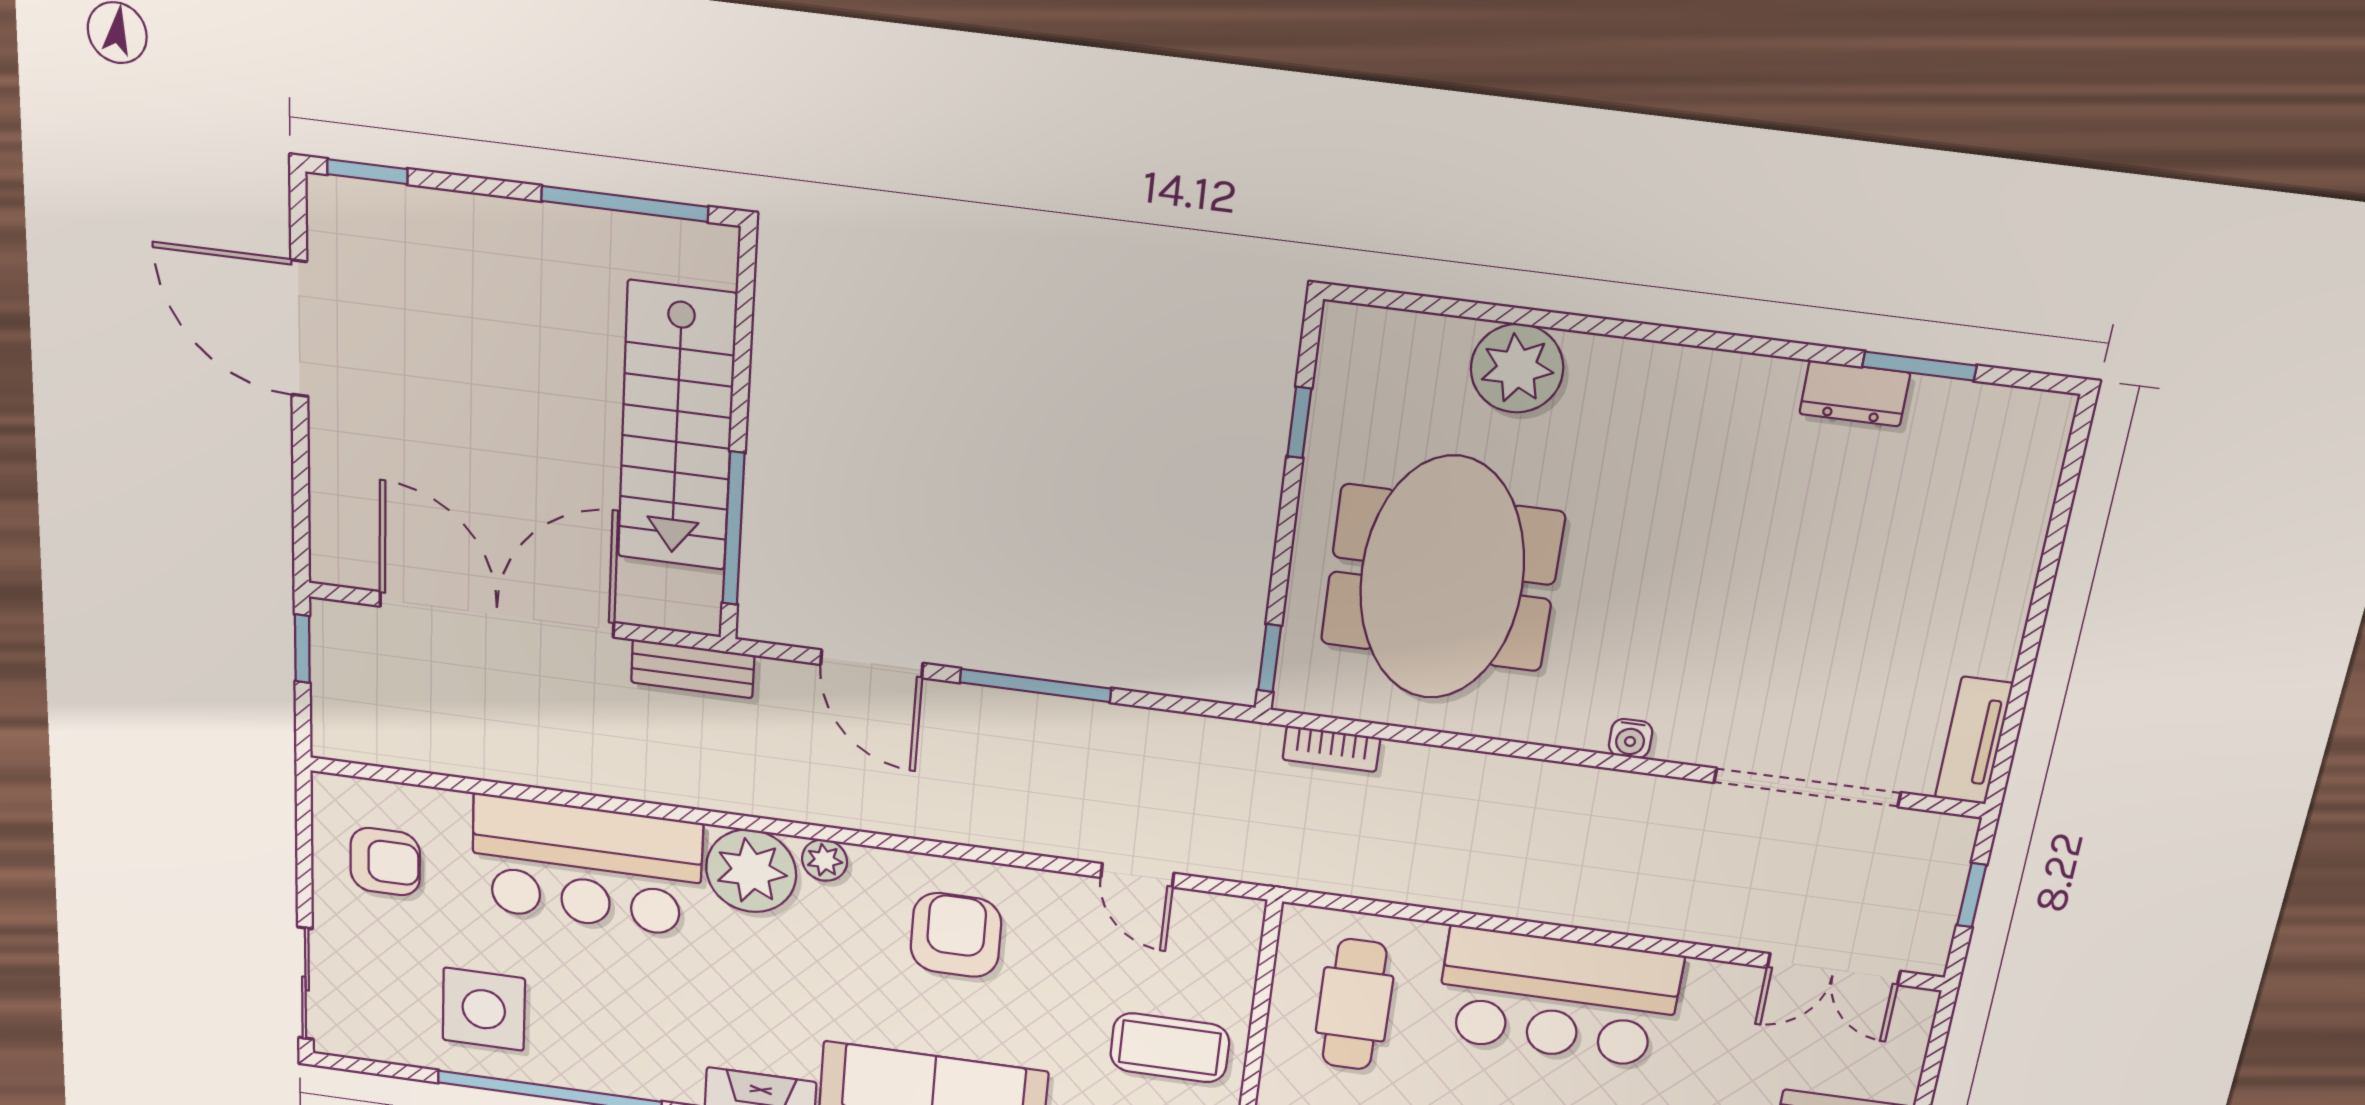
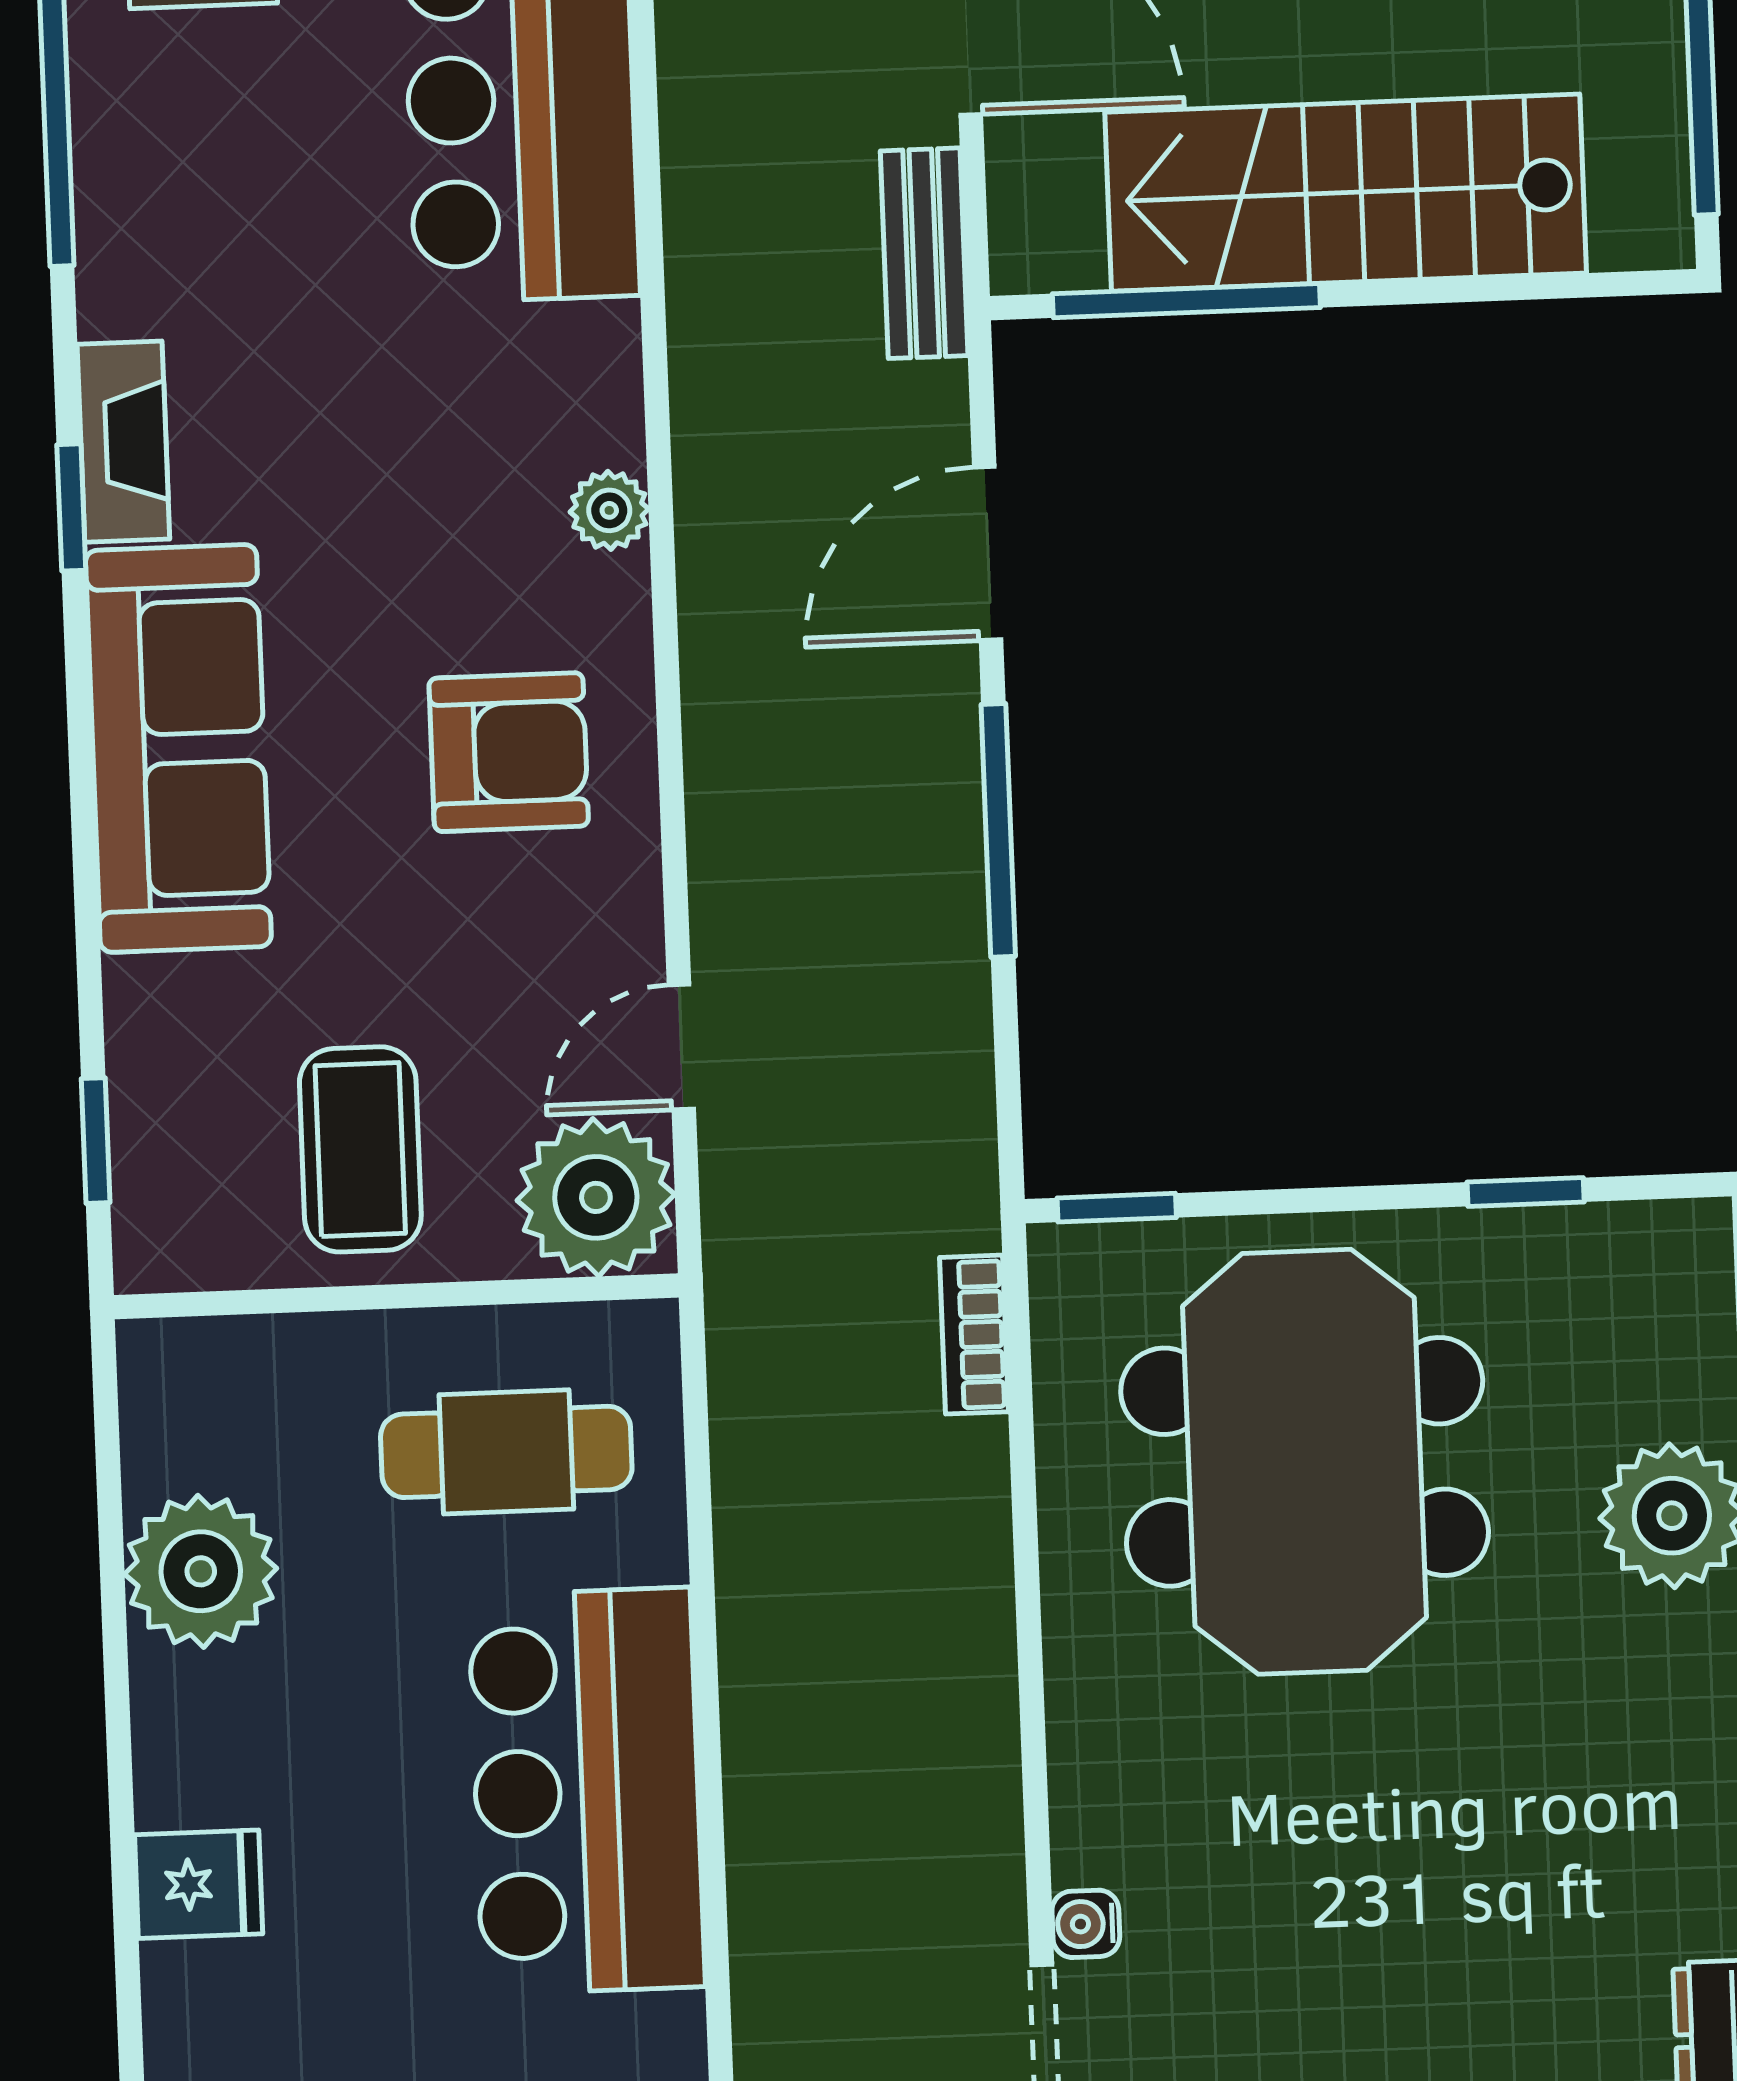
meeting table: (1442, 578) -> (1305, 1462), turned 90
water cooler: (1631, 739) -> (1086, 1924), moved
plant: (751, 871) -> (596, 1197), moved

